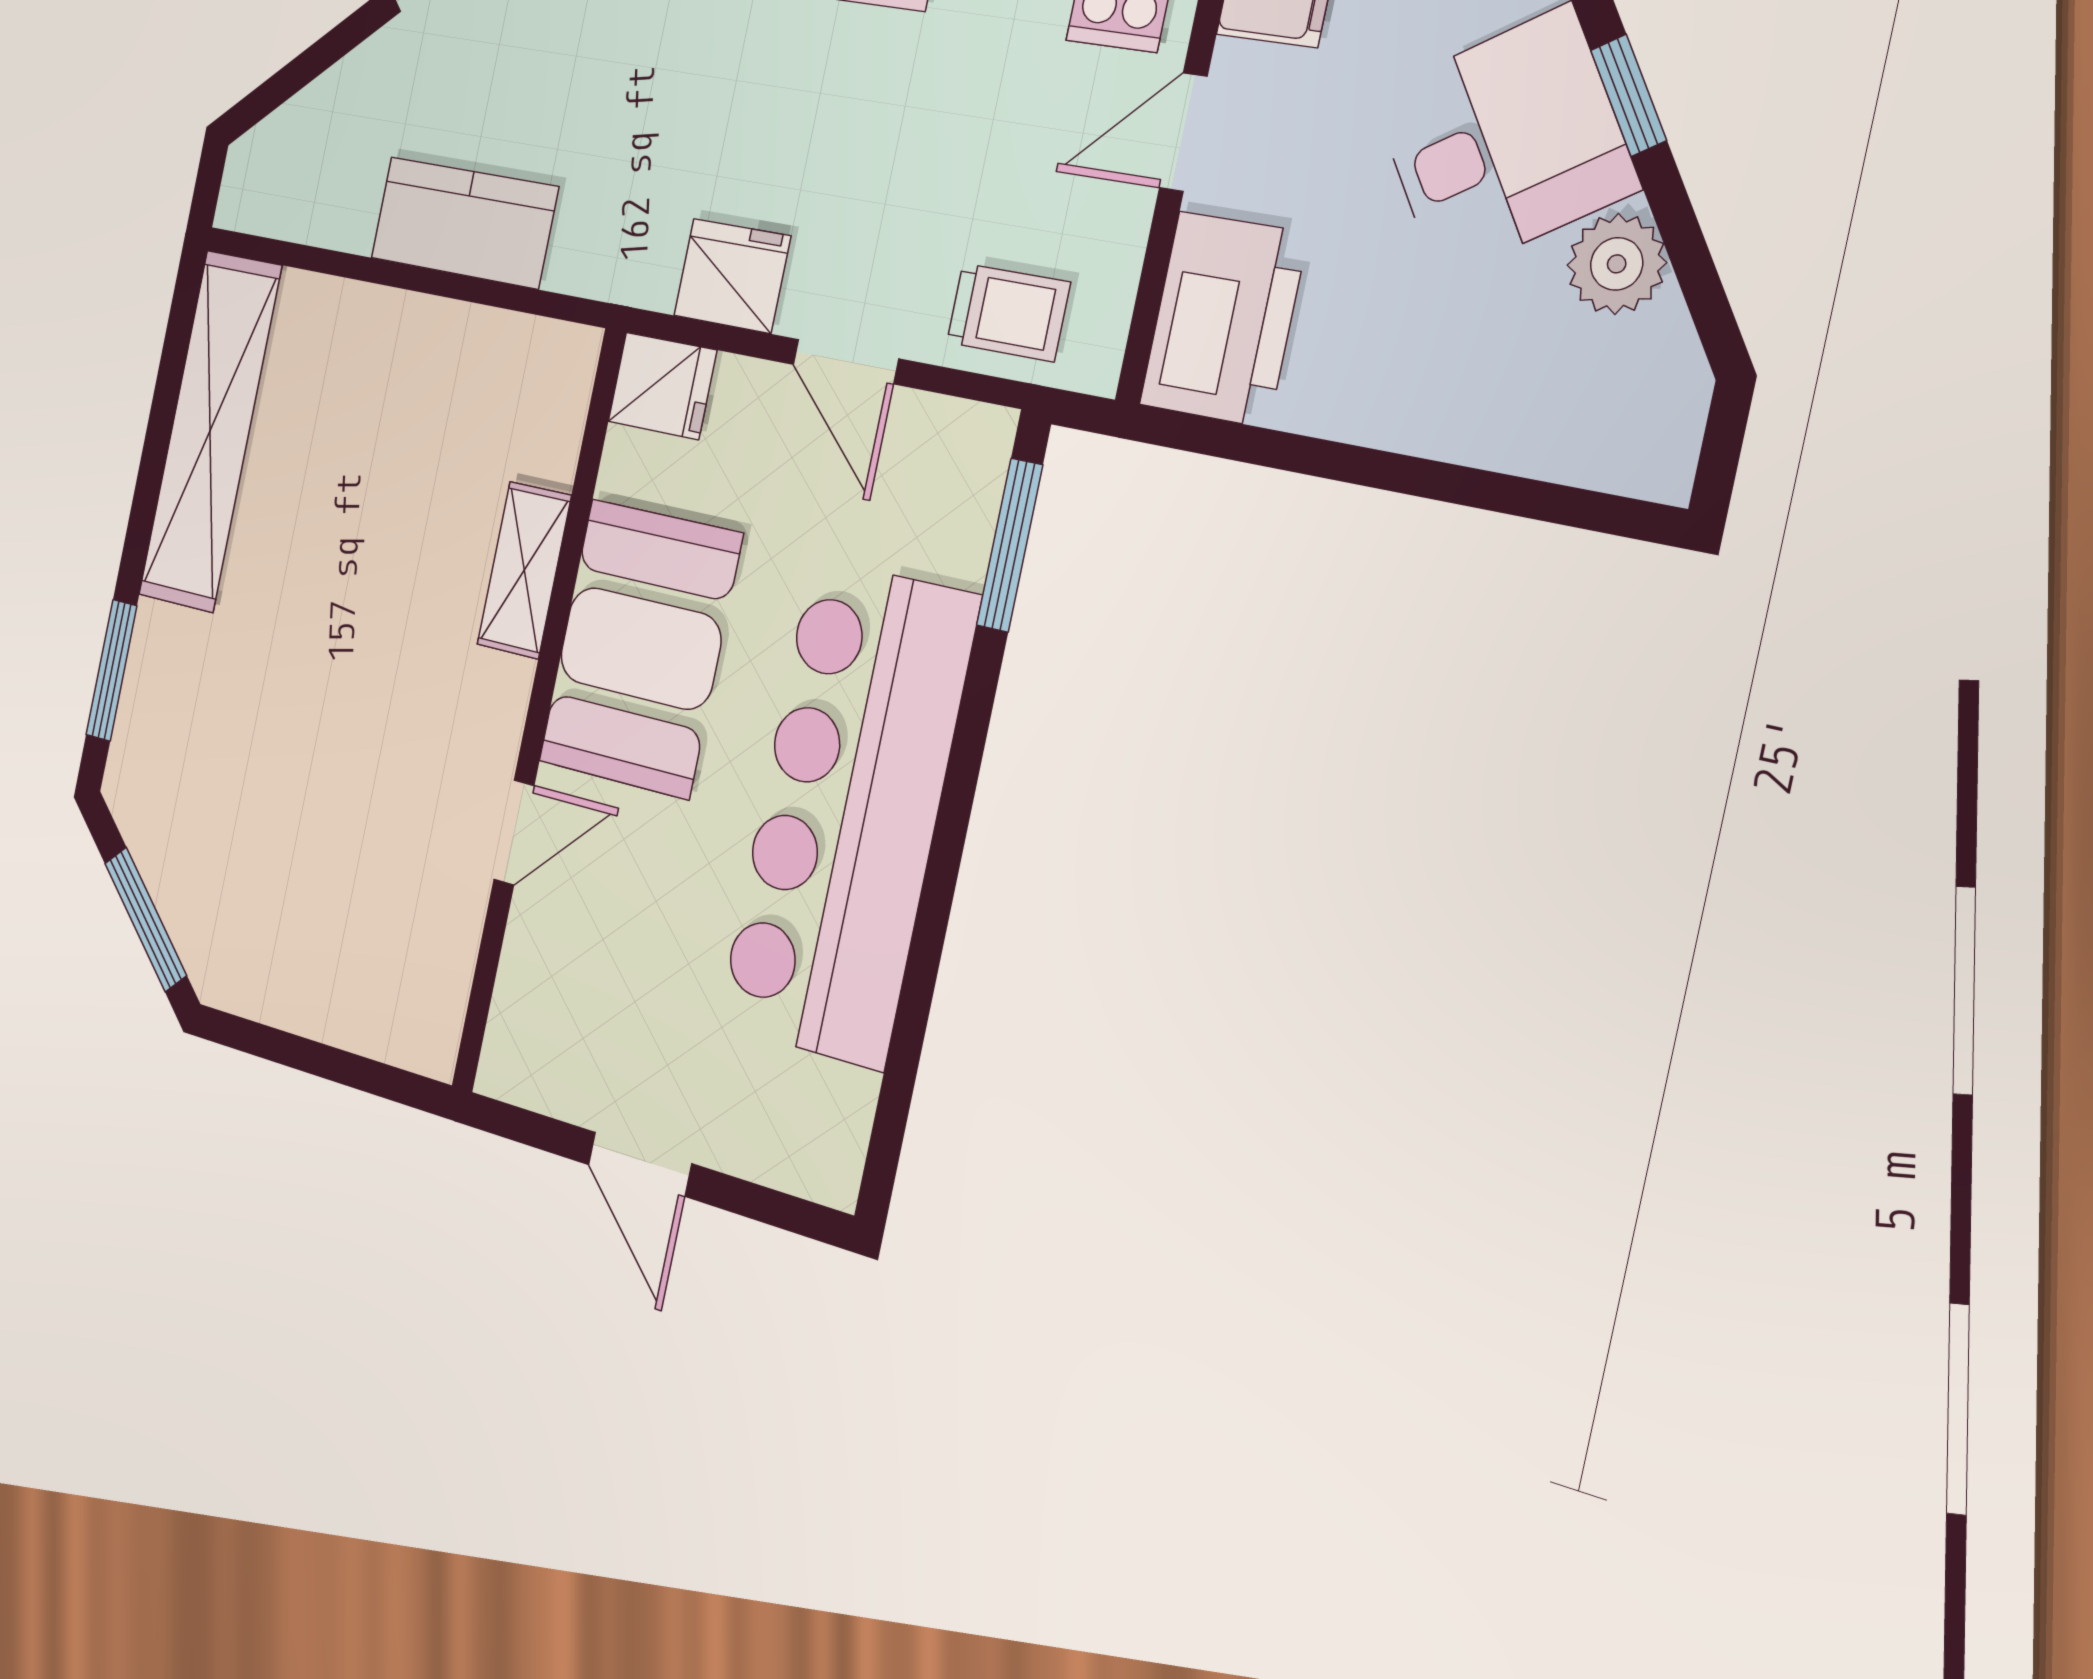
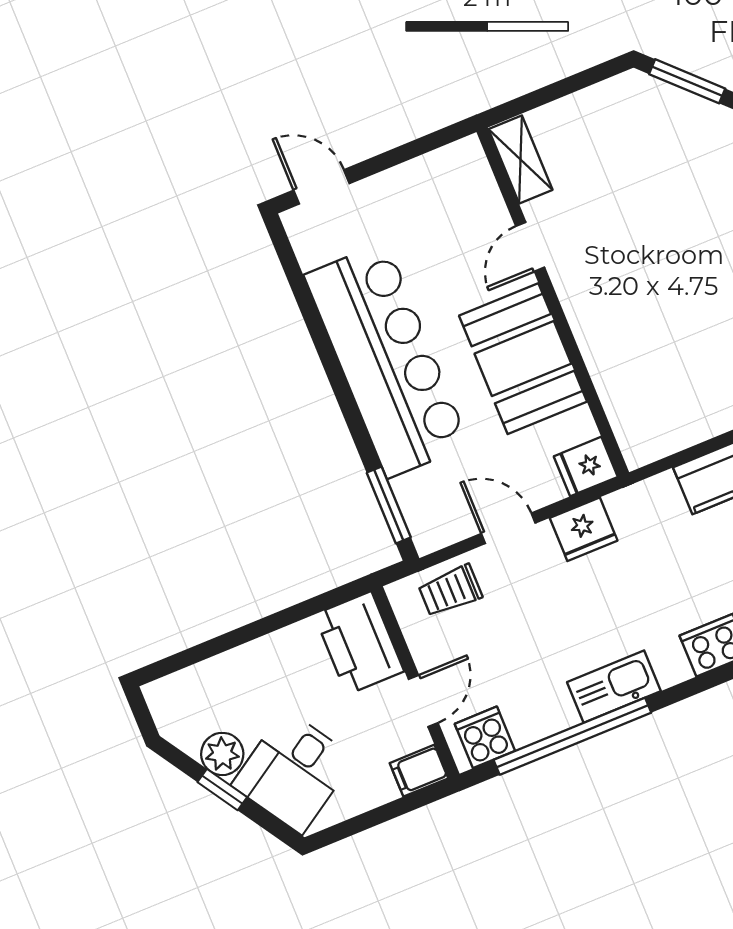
window: (1629, 95) -> (222, 790), moved
shelving: (524, 570) -> (520, 159), moved
door: (640, 1164) -> (322, 187), moved

